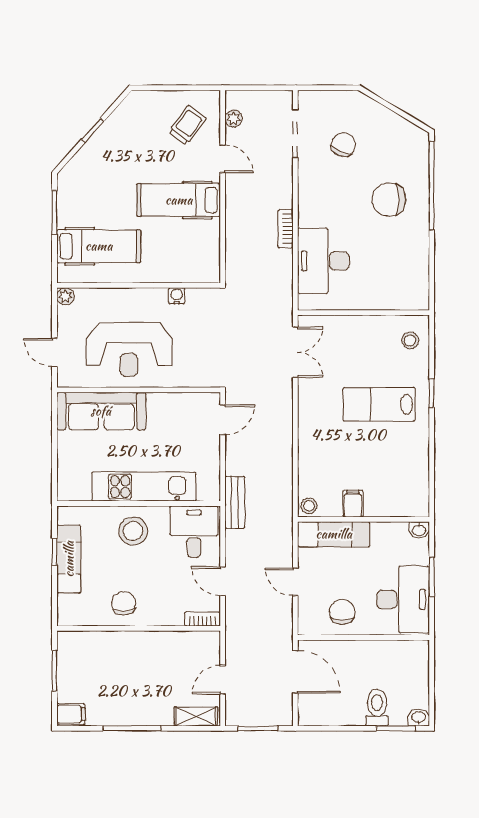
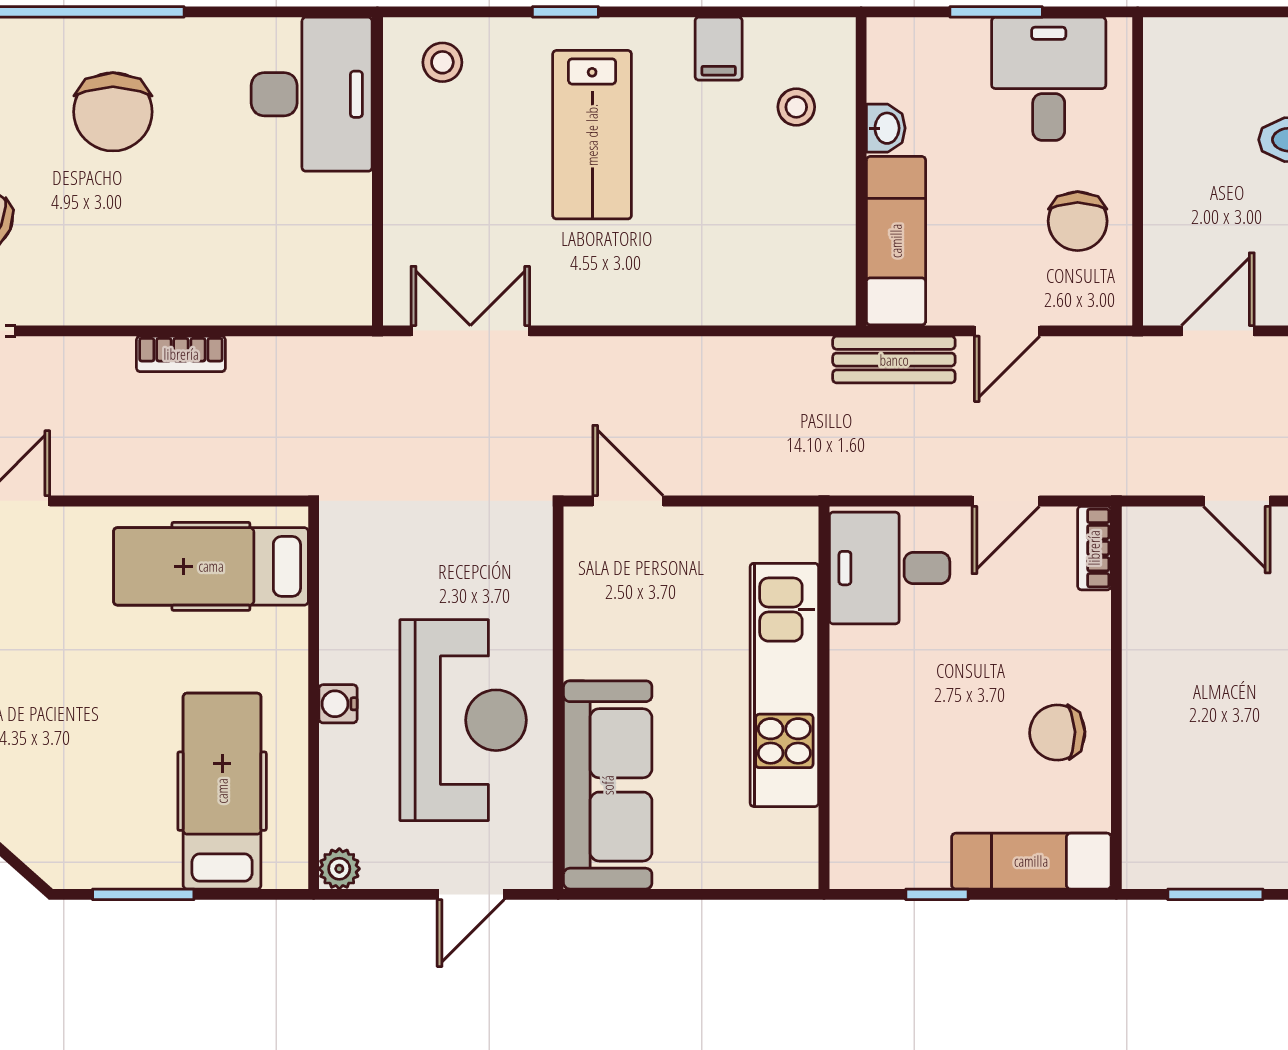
hospital bed: (179, 200) -> (211, 566), moved, turned 90
desk: (323, 261) -> (312, 94), moved, turned -90
water cooler: (177, 296) -> (338, 704), moved
bench: (235, 502) -> (894, 360), moved
filing cabinet: (353, 504) -> (719, 49), moved, turned -90
stool: (309, 506) -> (796, 107), moved
washbasin: (419, 530) -> (886, 128), moved
stool: (133, 531) -> (889, 710), removed
exam couch: (69, 559) -> (1031, 861), moved
desk: (403, 600) -> (1049, 79), width x0.73
chair: (342, 612) -> (1078, 221), turned -90
door: (295, 672) -> (1218, 331), width x0.73

